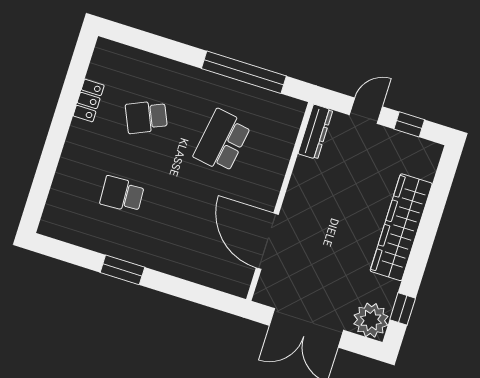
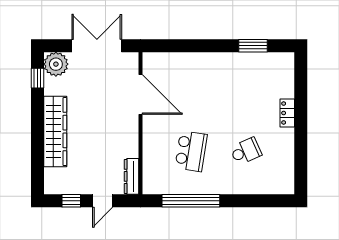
locker: (89, 100) -> (287, 113), moved
school desk: (122, 194) -> (246, 95), removed
window: (122, 270) -> (253, 46), moved

